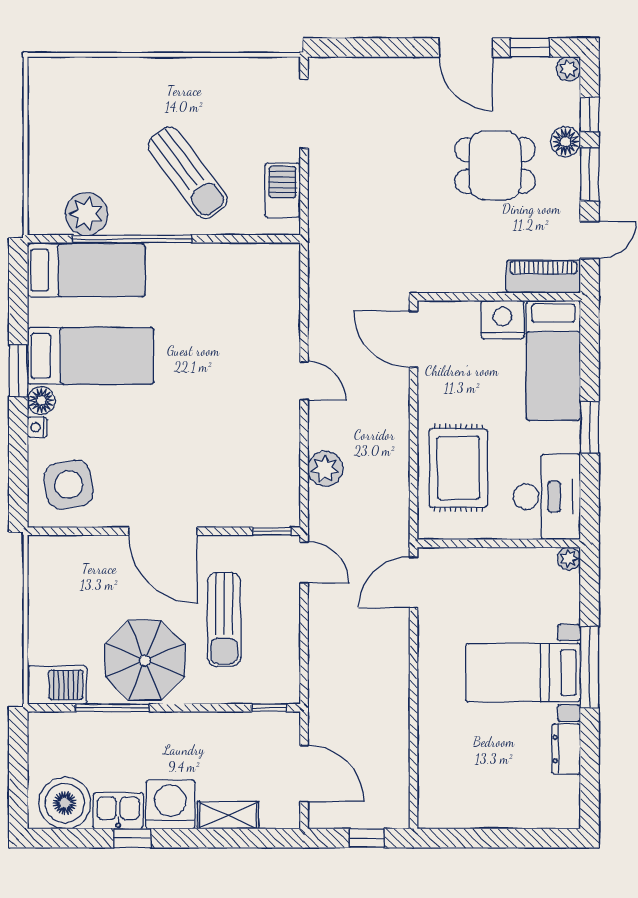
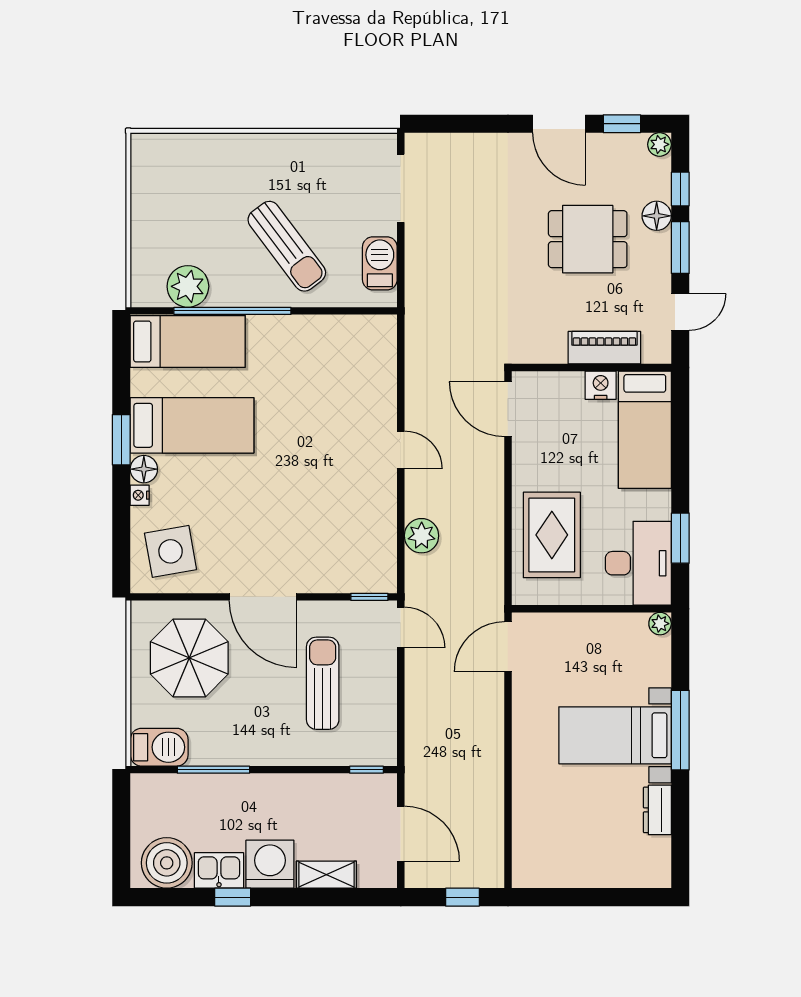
piano: (543, 276) -> (604, 348), moved
nightstand: (503, 320) -> (601, 385), width x0.74, depth x0.75
window: (590, 427) -> (680, 538), moved
sun lounger: (224, 619) -> (323, 683), turned 180
parasol: (145, 660) -> (189, 658), moved

